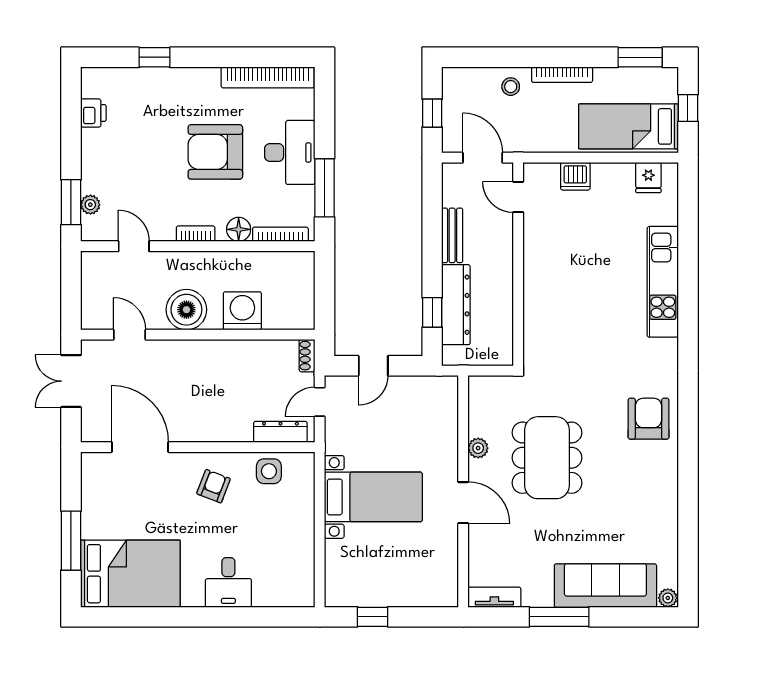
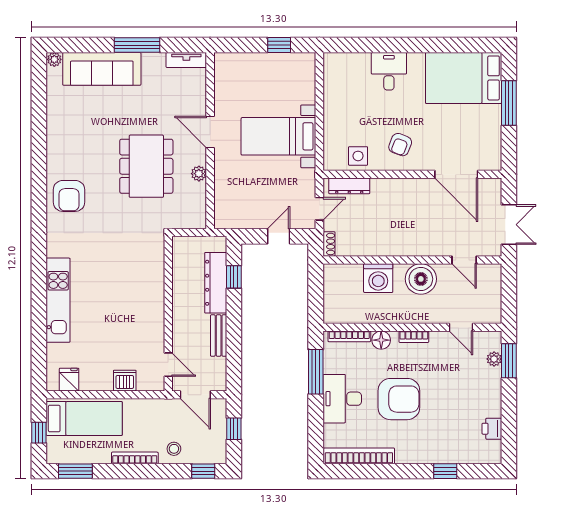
window: (472, 57) -> (203, 471), added

